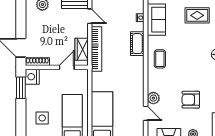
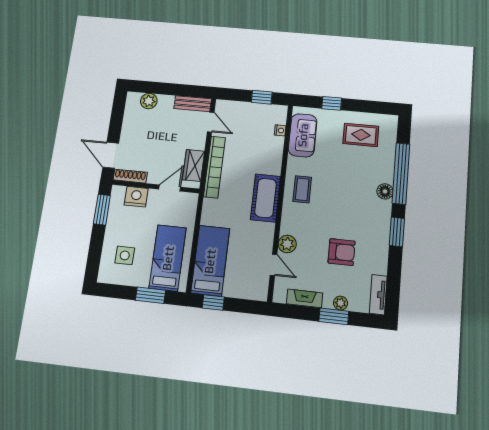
cot: (137, 44) -> (266, 198), moved, width x1.37, depth x1.34
nightstand: (32, 77) -> (136, 197), moved, turned 90
armchair: (191, 100) -> (342, 252), turned 180

